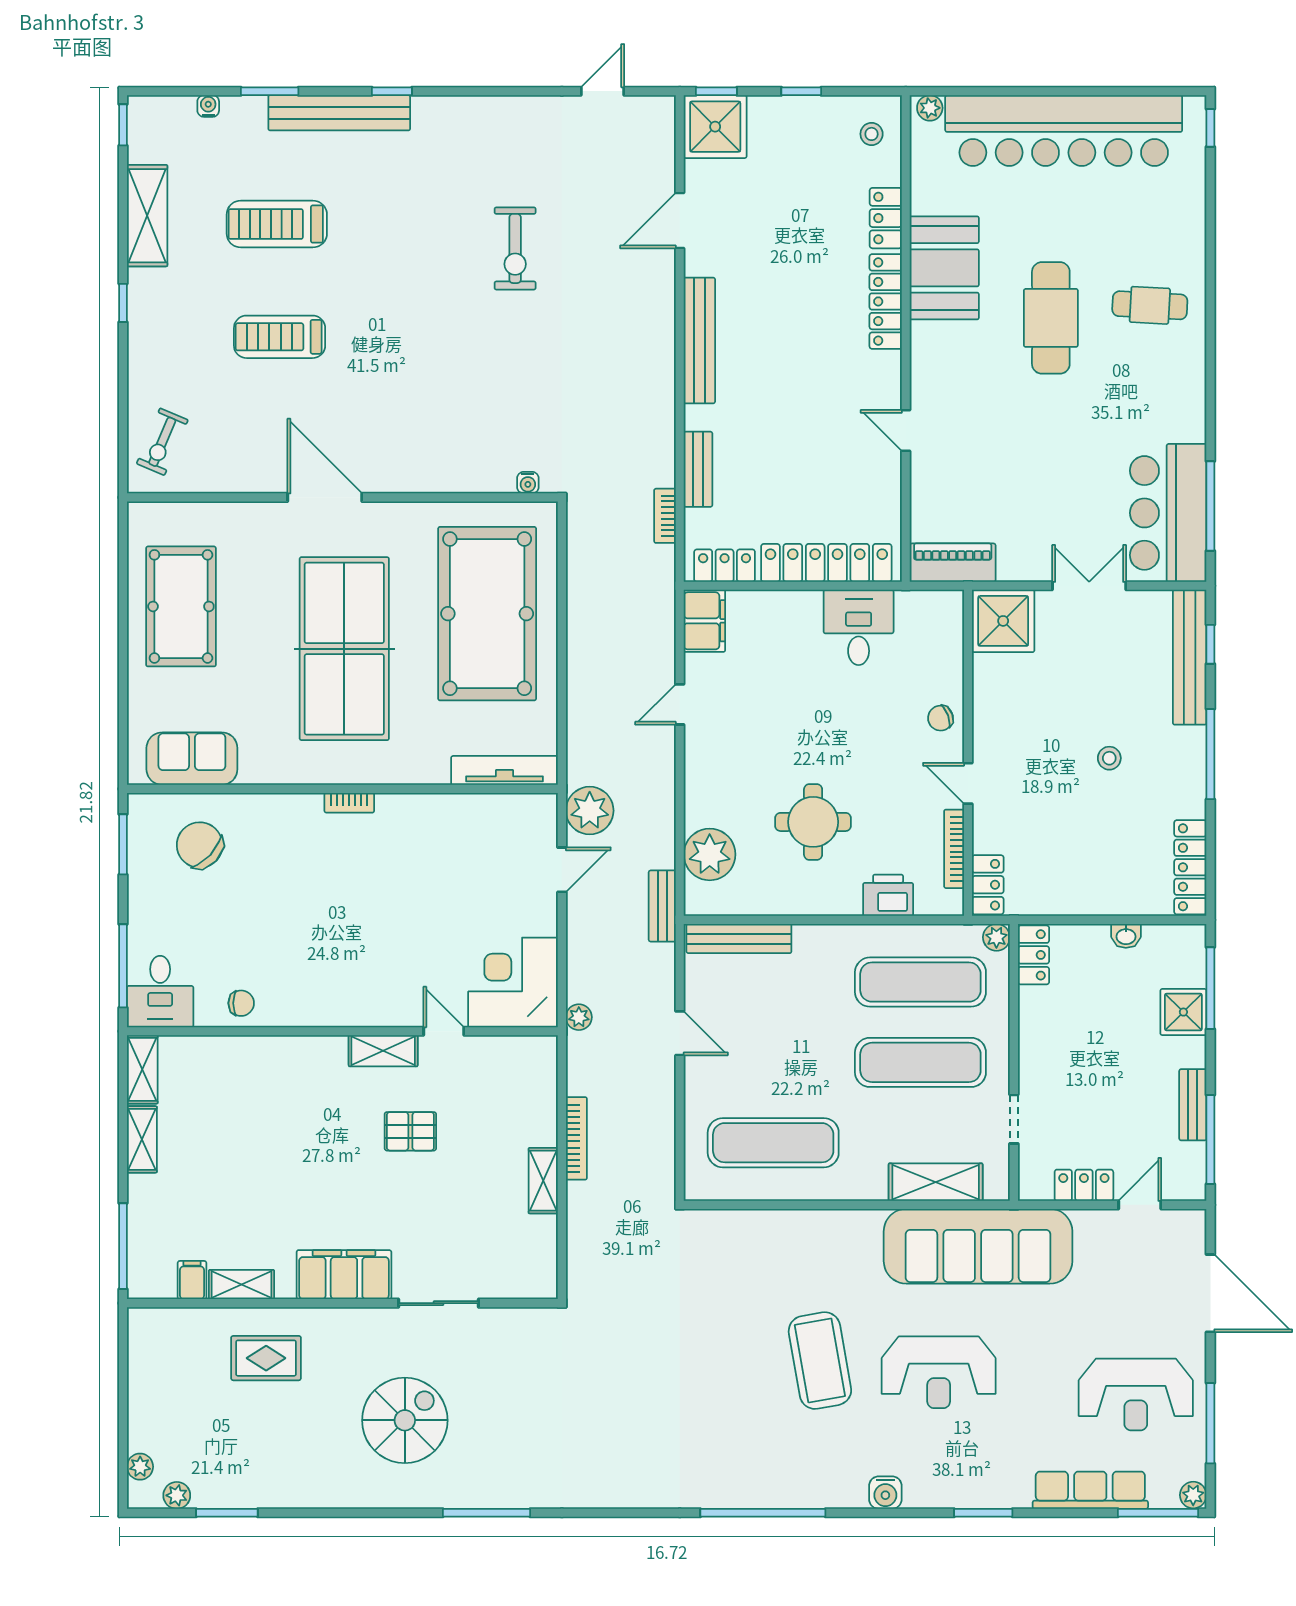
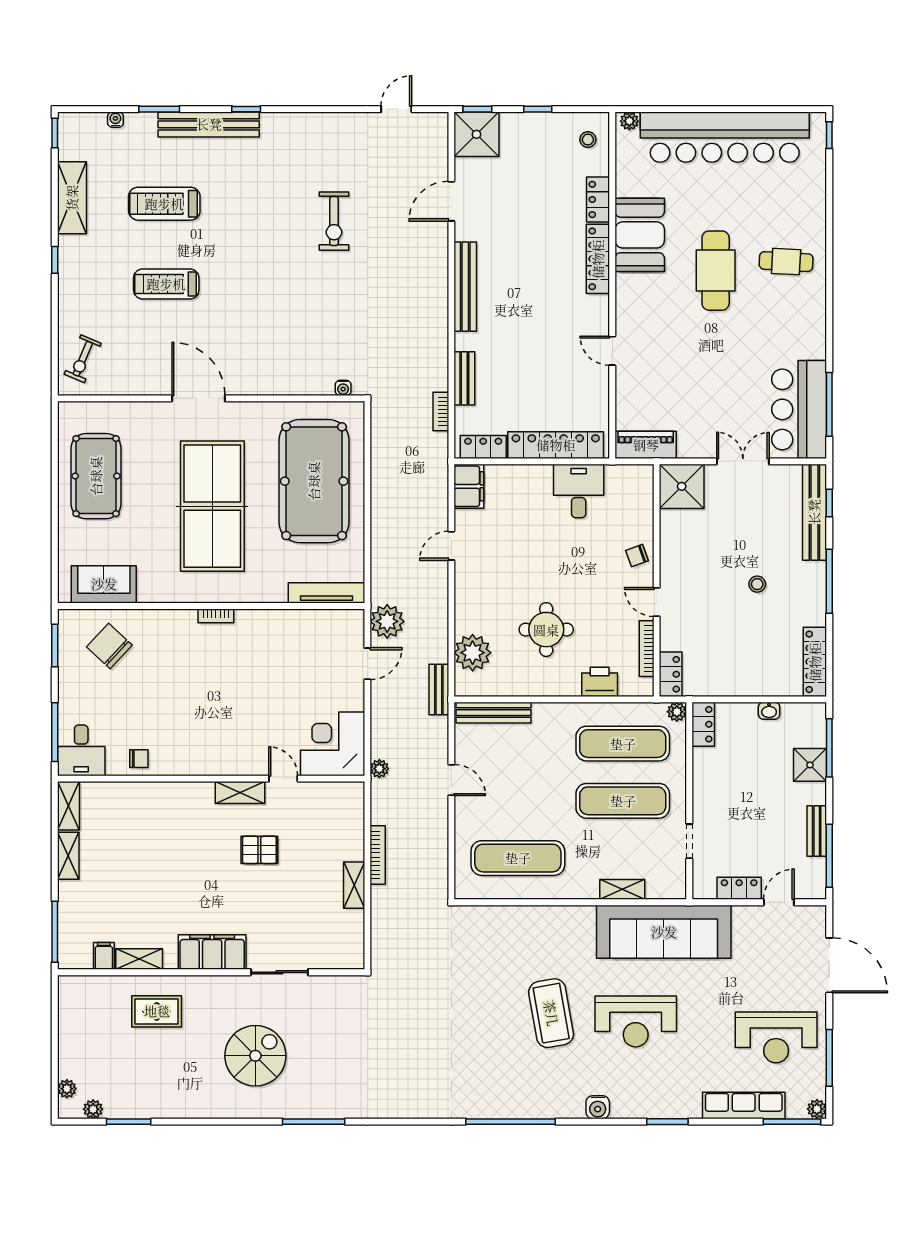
shelving: (936, 1182) -> (622, 889), width x0.67, depth x0.75

